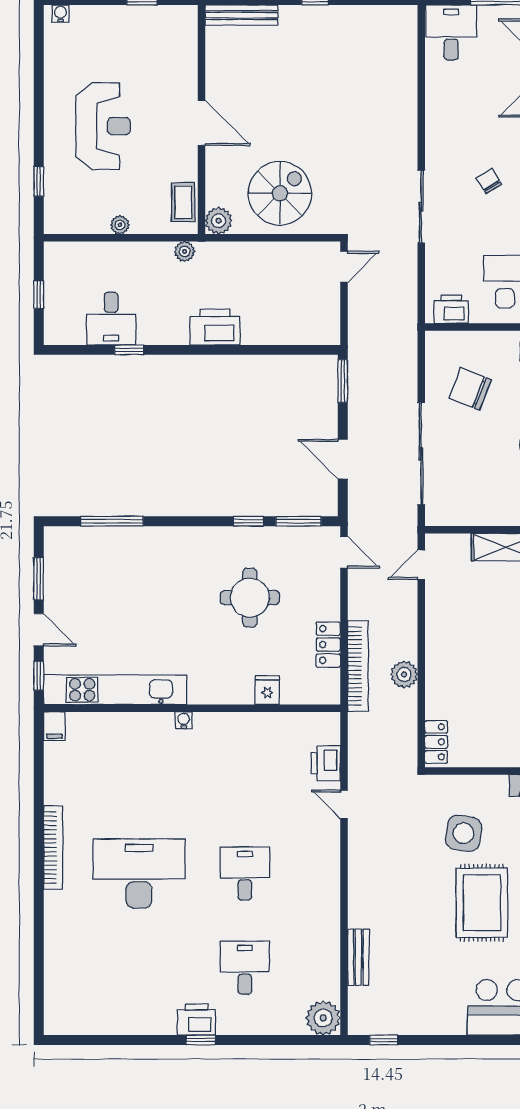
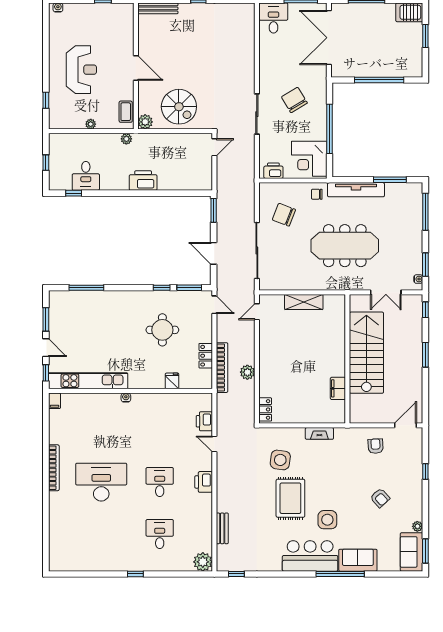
chair: (489, 181) -> (294, 100), width x1.87, depth x1.87
spiral stairs: (280, 193) -> (179, 107), turned 90
window: (129, 350) -> (74, 193), moved
printer: (196, 1019) -> (204, 482), moved, turned -90

